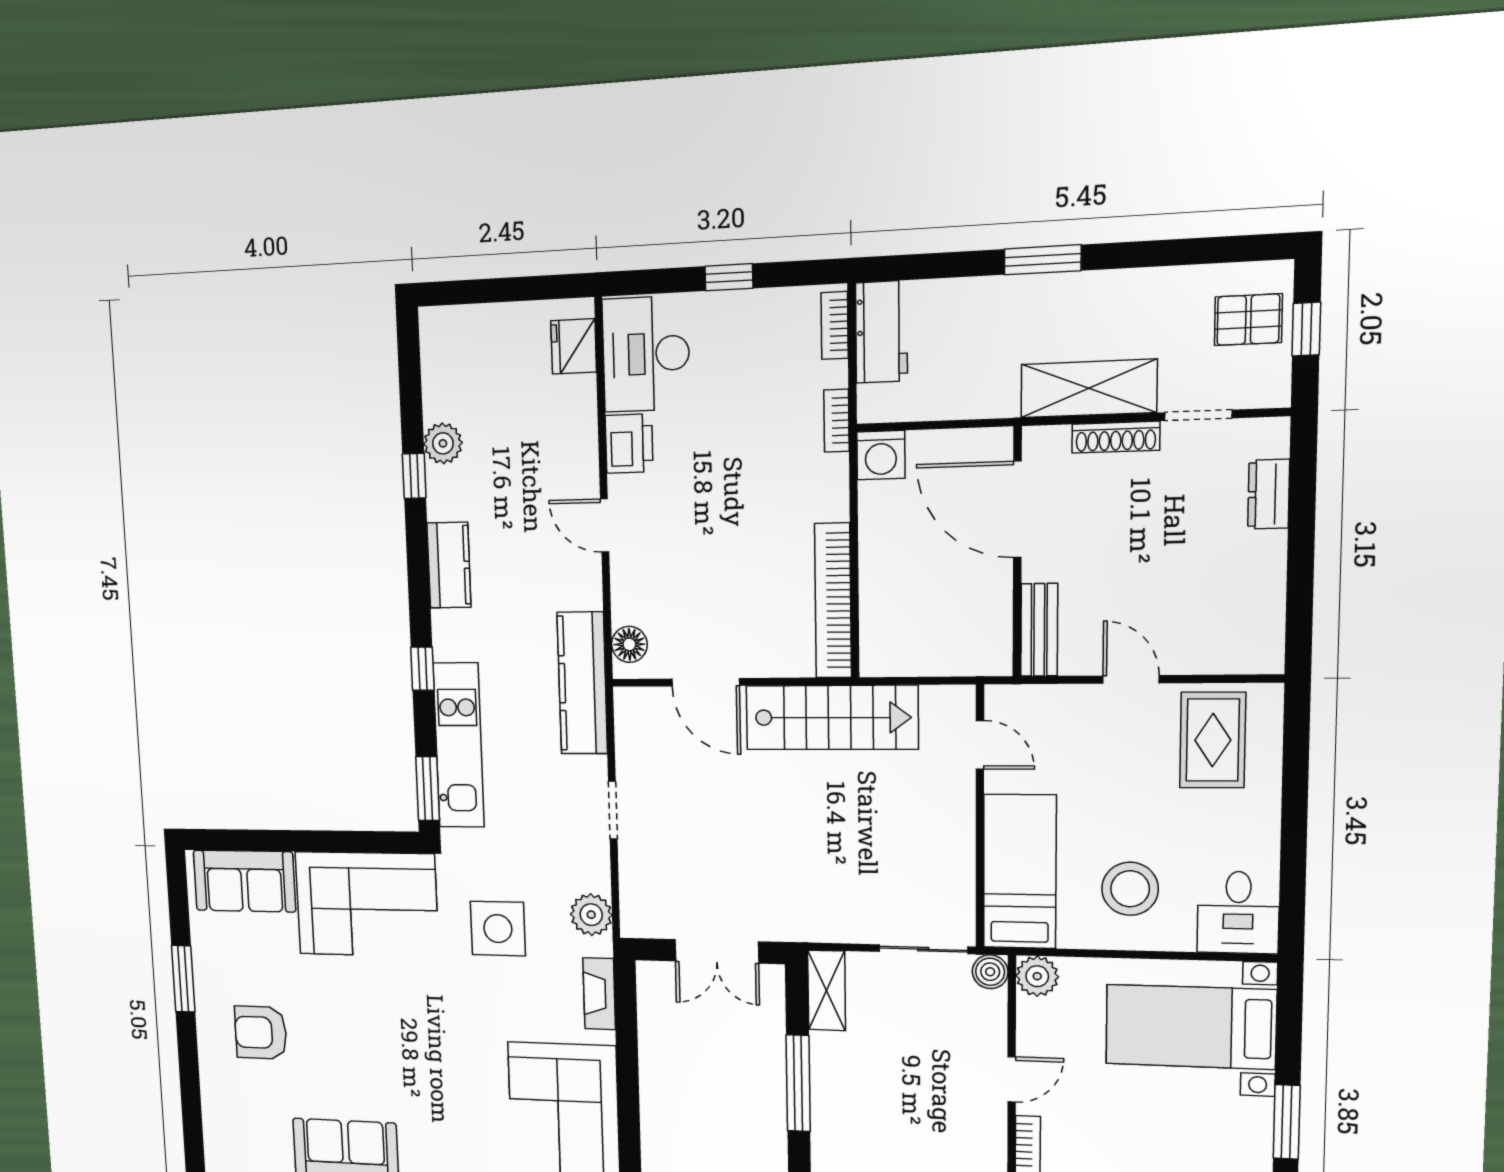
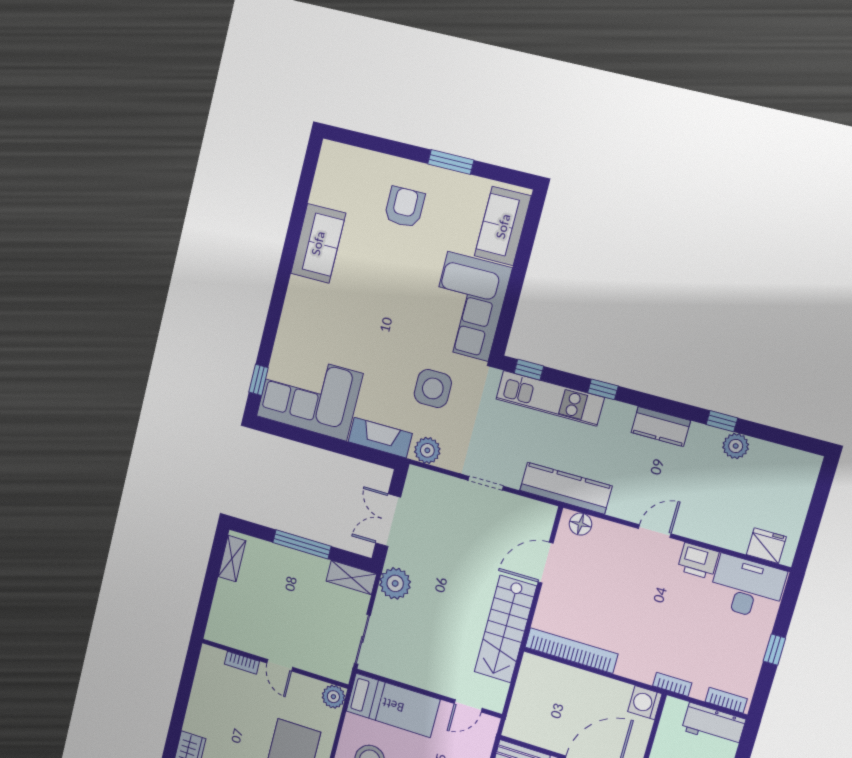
window: (428, 788) -> (529, 370), width x0.67
plant: (814, 916) -> (395, 583), added
boiler: (990, 972) -> (342, 672), removed
fireplace: (599, 994) -> (380, 438), width x1.37, depth x1.32

